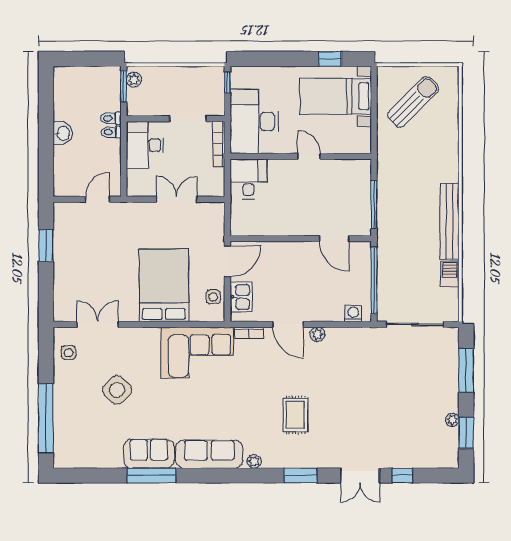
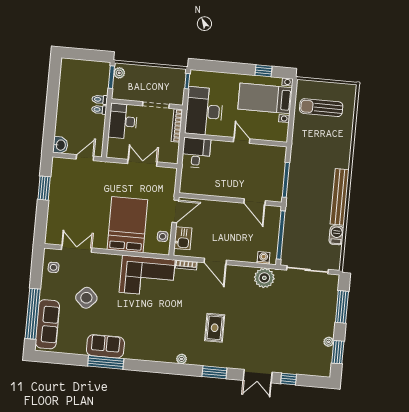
sun lounger: (413, 102) -> (321, 108), turned -135
washbasin: (63, 133) -> (60, 145), moved
plant: (317, 334) -> (264, 278), moved, width x1.88, depth x1.88
sofa: (209, 454) -> (47, 324), moved, turned 90

